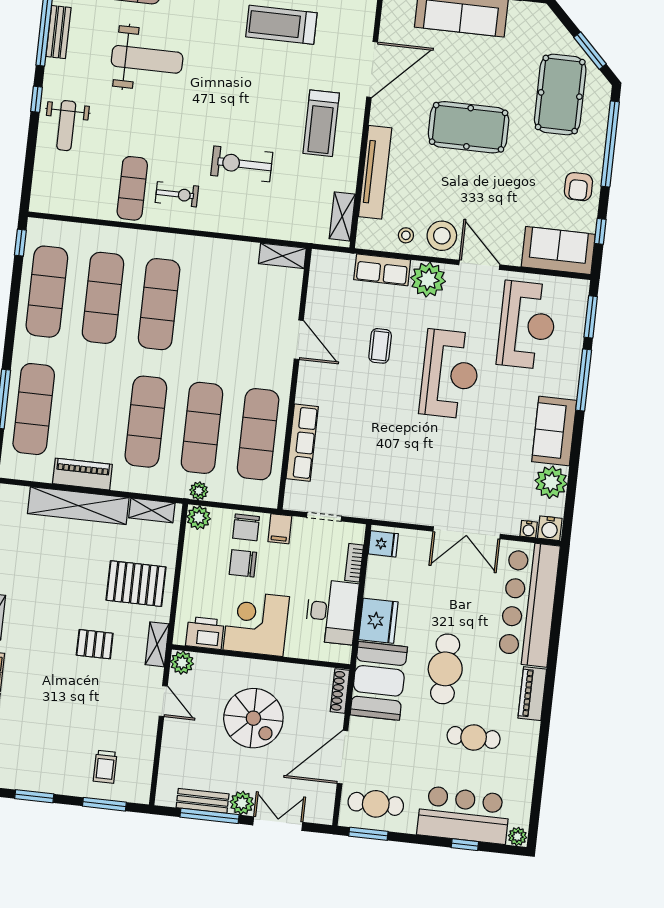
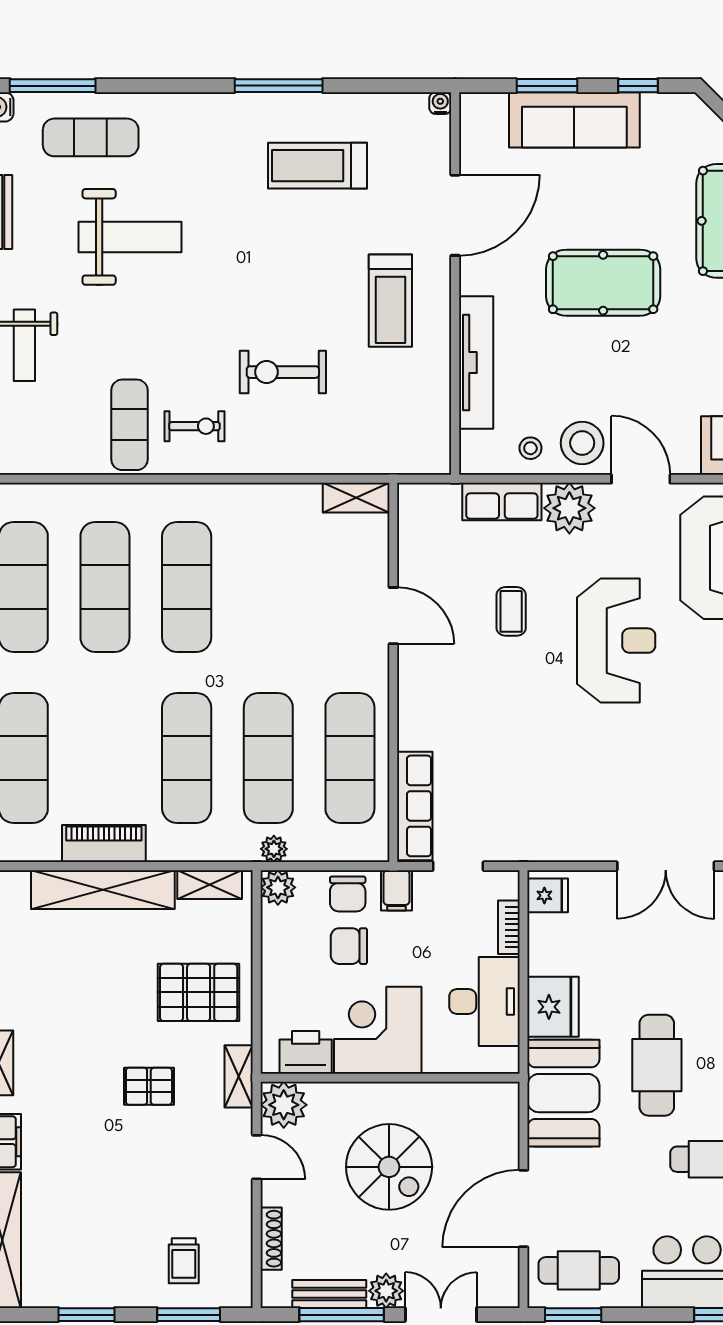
shelving: (342, 216) -> (436, 431), removed
row of seats: (302, 443) -> (415, 806), moved
plant: (182, 663) -> (284, 1105), width x1.36, depth x1.36
shoe rack: (340, 691) -> (271, 1239), moved, turned 180

